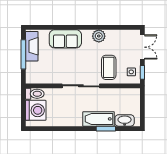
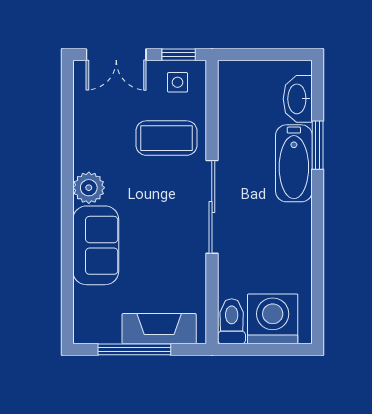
plant: (99, 36) -> (89, 188), moved
fireplace: (32, 46) -> (159, 329), moved
double door: (142, 47) -> (116, 55), swing flipped

